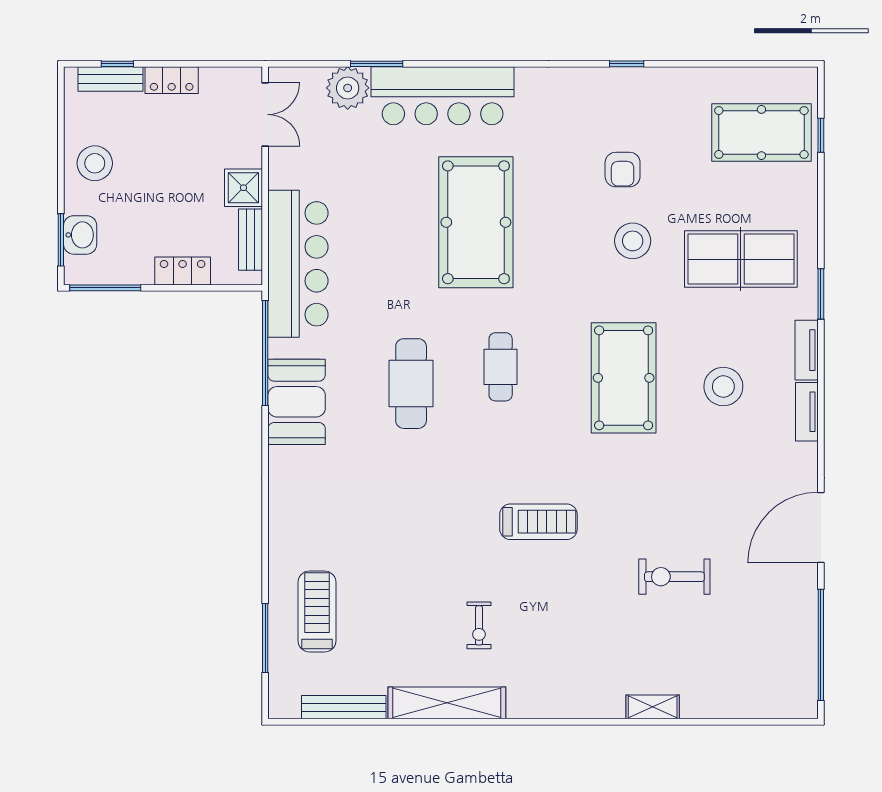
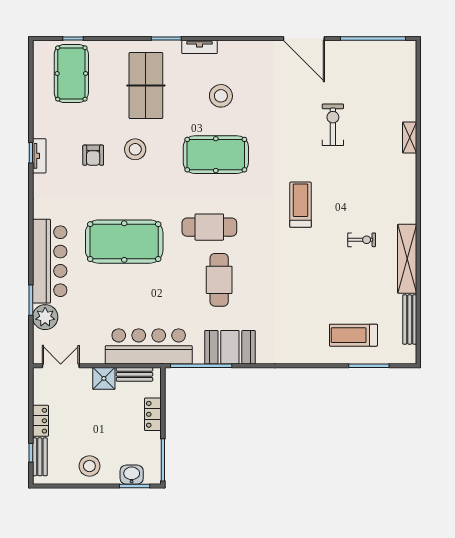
armchair: (623, 170) -> (93, 155), turned 90
cafe table: (501, 367) -> (209, 227), width x1.37, depth x1.35
cafe table: (411, 384) -> (219, 280), turned 90
tv unit: (807, 412) -> (39, 156), moved, turned -90
exercise bike: (674, 577) -> (333, 125), turned 180

